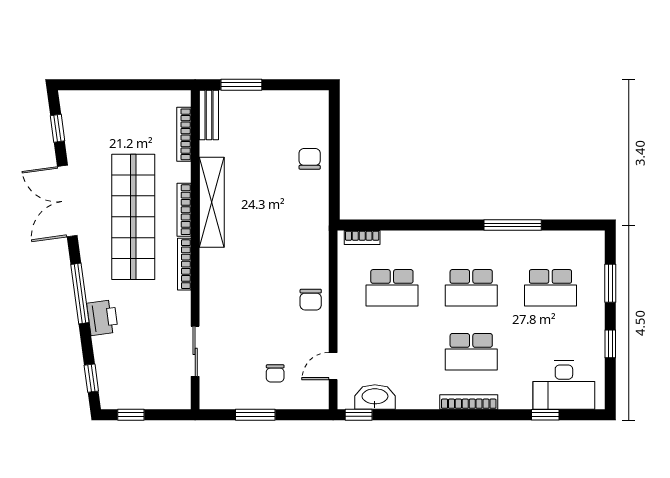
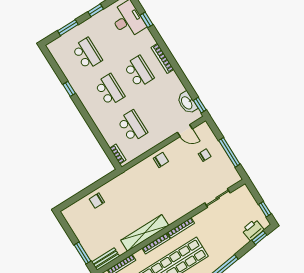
window: (513, 225) -> (69, 89), width x0.46
printer: (102, 318) -> (253, 230), moved
window: (255, 415) -> (229, 152), width x1.44

